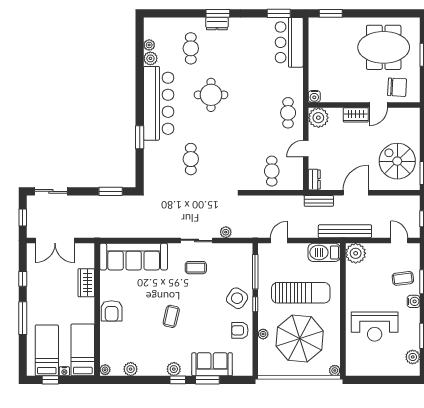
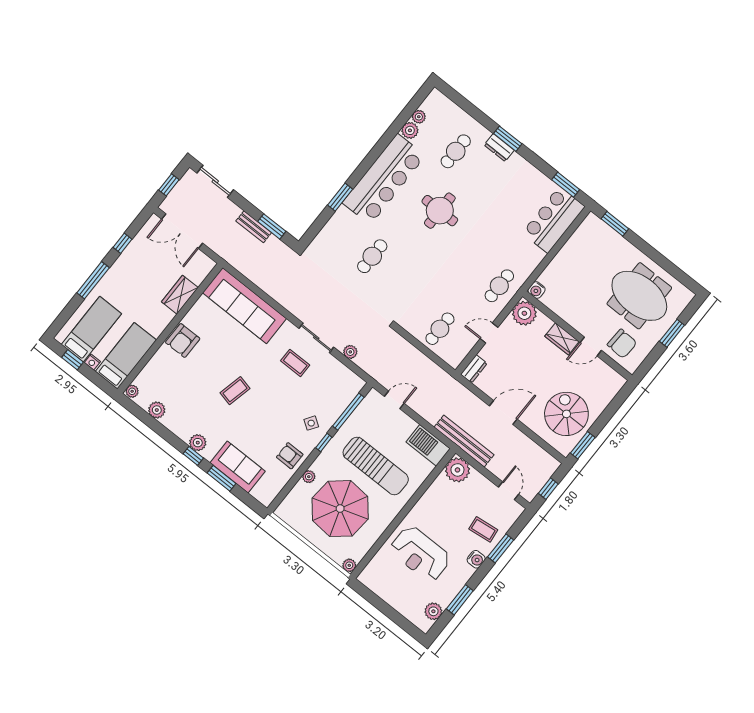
bench: (319, 201) -> (254, 227), moved
side table: (237, 298) -> (311, 423), width x0.54, depth x0.54

